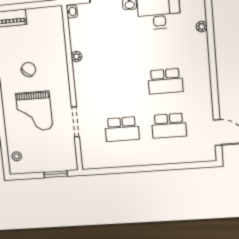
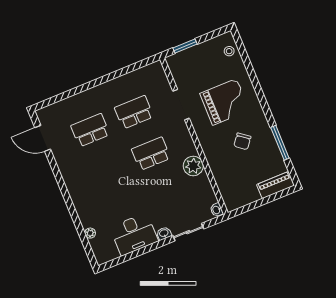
plant: (76, 57) -> (193, 166), width x1.88, depth x1.88
school desk: (165, 81) -> (151, 154), moved
grand piano: (34, 111) -> (225, 102), turned 90

